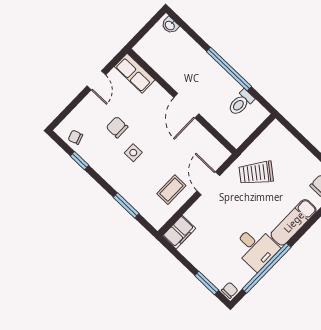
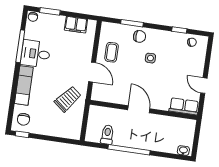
chair: (117, 127) -> (140, 36), moved
filing cabinet: (179, 232) -> (76, 25), moved, turned -90
window: (267, 268) -> (20, 46), width x0.68

